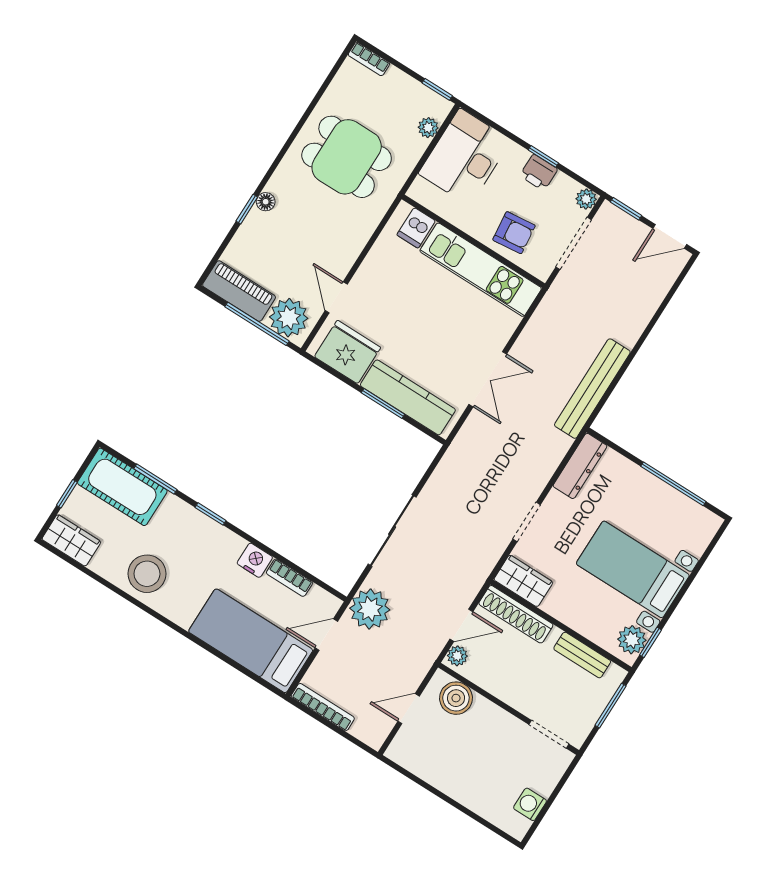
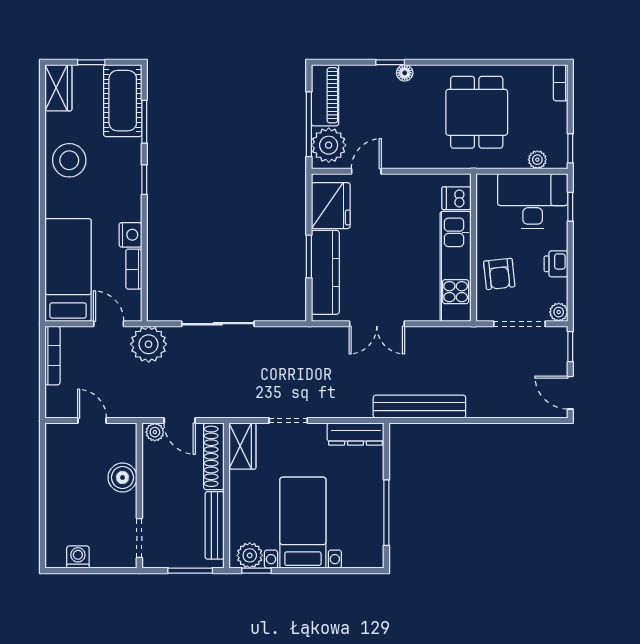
window: (543, 156) -> (570, 207), moved
bench: (582, 655) -> (215, 525), width x1.36
boiler: (456, 698) -> (122, 477), moved

